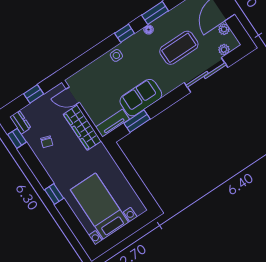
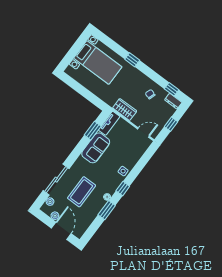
wardrobe: (82, 128) -> (125, 109), width x0.67

